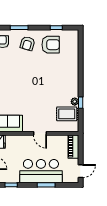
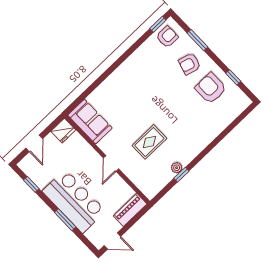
armchair: (51, 45) -> (211, 88), turned 180
rug: (67, 114) -> (149, 142), moved, turned 90

